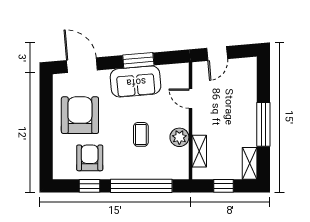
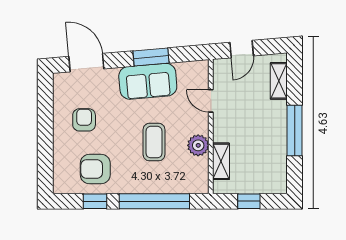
armchair: (80, 115) -> (84, 120), width x0.53, depth x0.53
coffee table: (141, 134) -> (154, 142), width x1.36, depth x1.30
armchair: (90, 158) -> (95, 169), turned -90
shelving: (250, 163) -> (279, 81), moved

